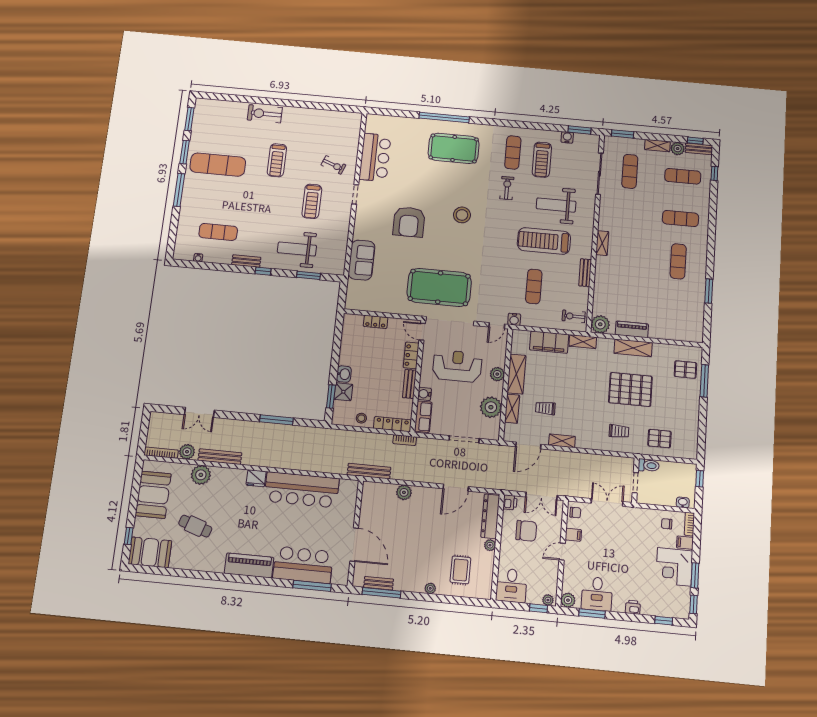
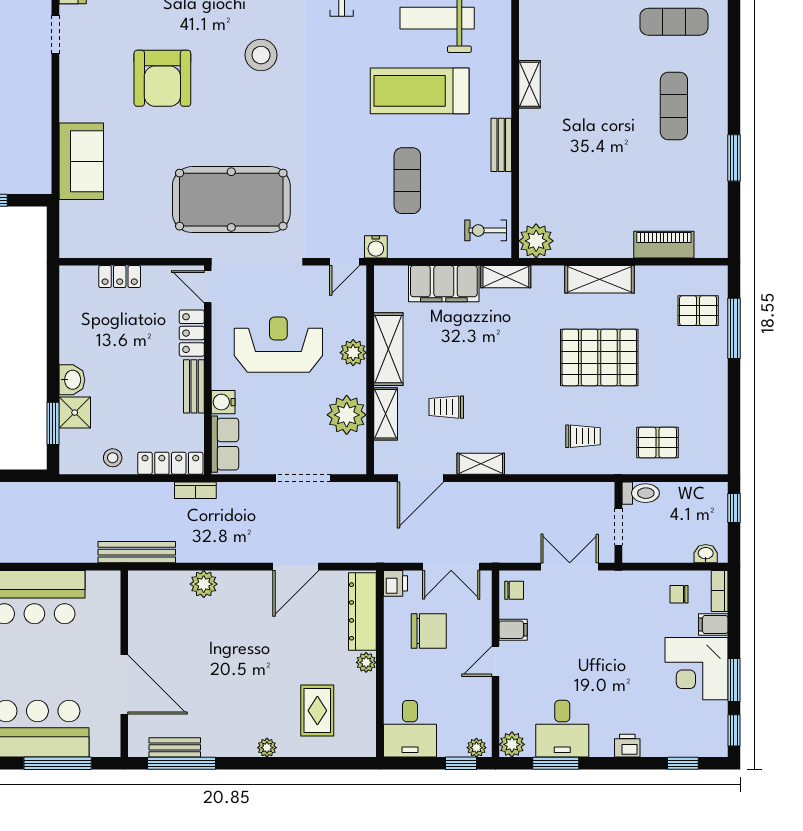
piano: (632, 329) -> (664, 245), moved

